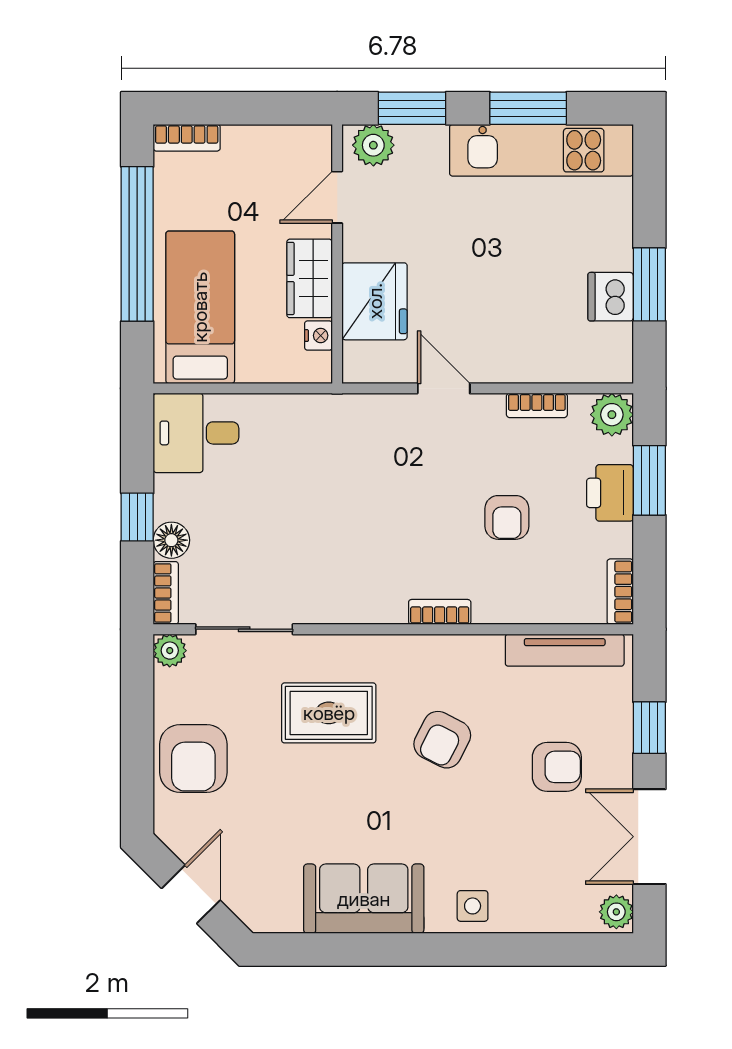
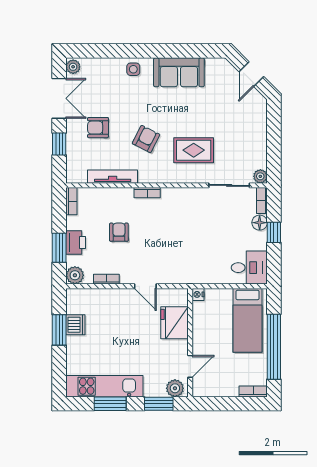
wardrobe: (310, 278) -> (202, 332), removed
nightstand: (318, 336) -> (198, 294), moved
tv unit: (565, 650) -> (113, 177), moved
armchair: (193, 758) -> (250, 131), removed

